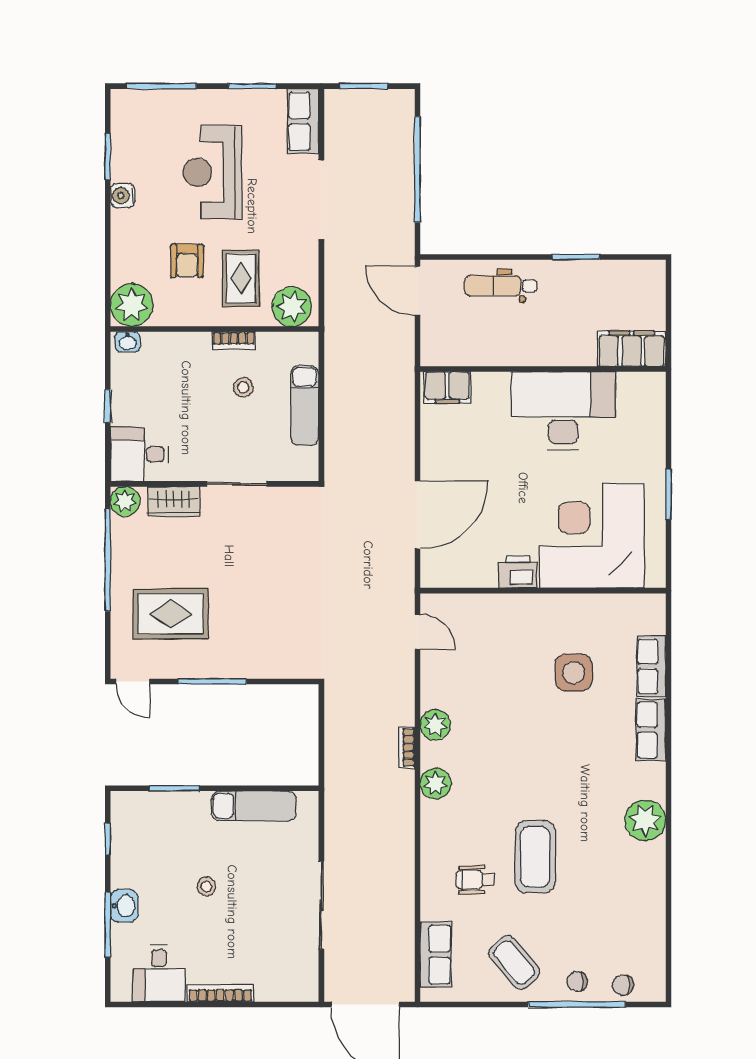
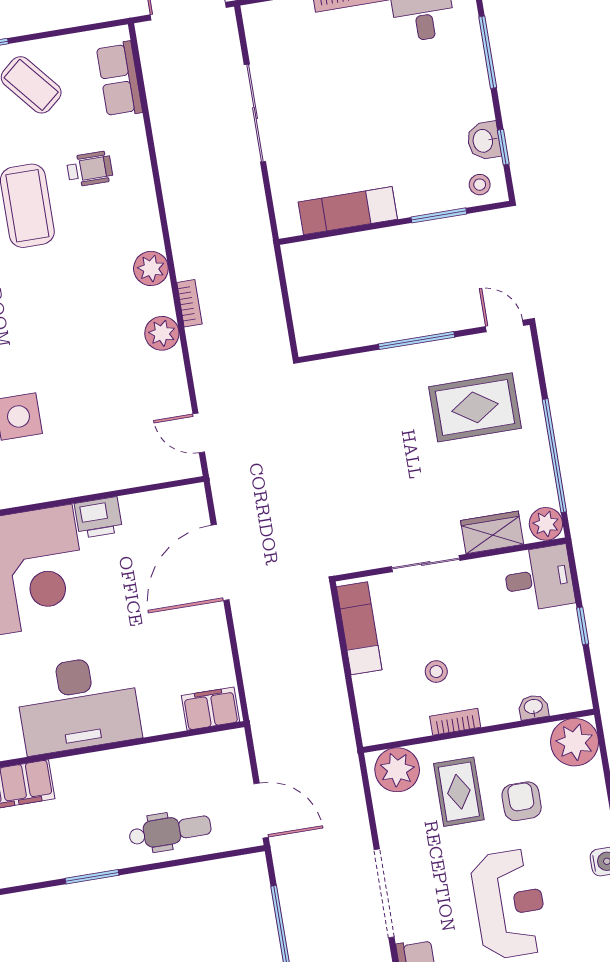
washbasin: (128, 342) -> (533, 707), moved
exam couch: (305, 406) -> (359, 628), moved
stool: (206, 886) -> (480, 185), moved
washbasin: (124, 906) -> (484, 141), moved

